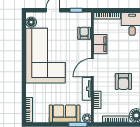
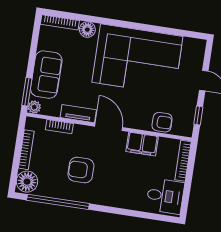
floor lamp: (31, 22) -> (87, 30), moved

